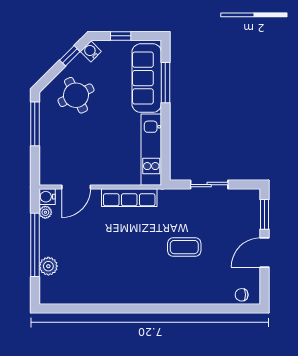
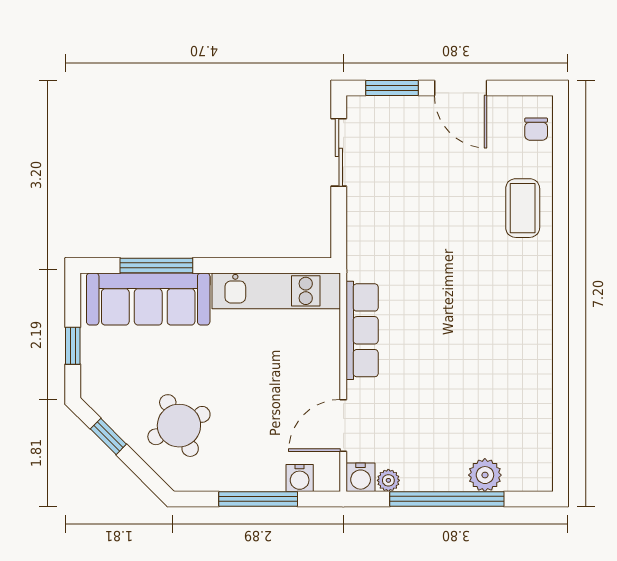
water cooler: (91, 51) -> (300, 478), moved, turned -45
window: (35, 124) -> (258, 499), moved
sliding door: (209, 185) -> (339, 152), moved
door: (76, 187) -> (343, 426), swing flipped
coffee table: (184, 247) -> (523, 208), moved

